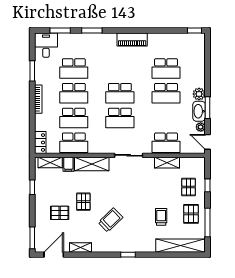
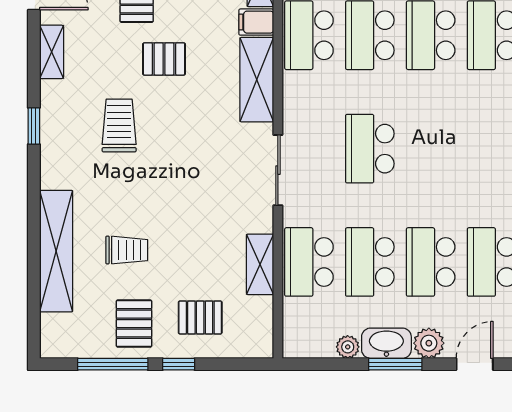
school desk: (120, 93) -> (370, 262), moved
door: (208, 142) -> (475, 364), moved
window: (208, 185) -> (179, 364), moved
pallet: (191, 214) -> (134, 324), turned 90
trolley: (110, 220) -> (119, 125), turned -136
shelving: (181, 246) -> (56, 251), moved
window: (128, 255) -> (34, 126), moved

